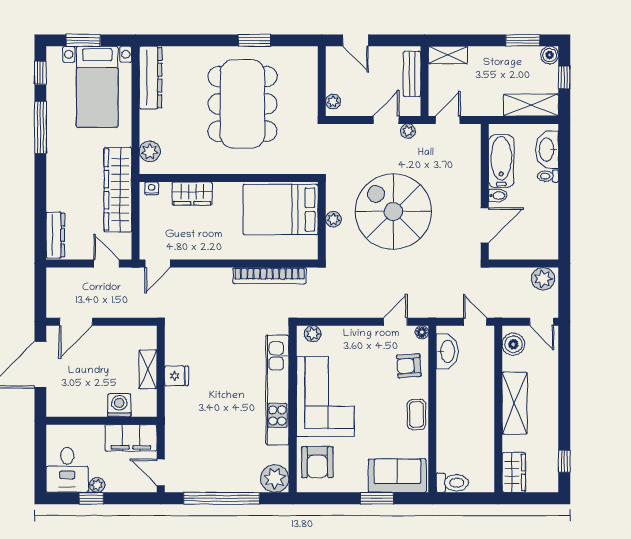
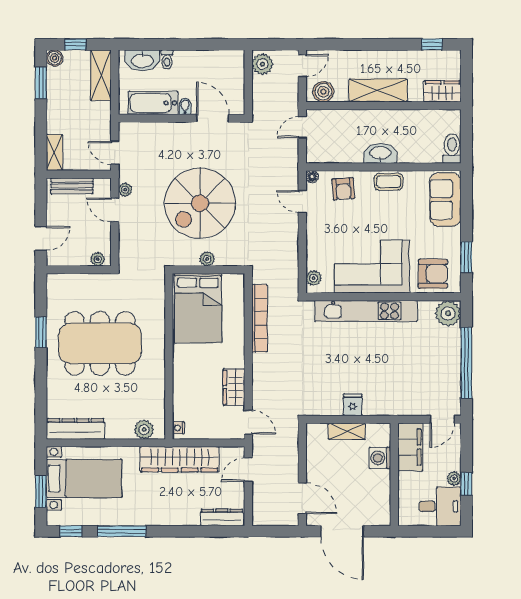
wardrobe: (192, 194) -> (234, 387), moved, turned 180
washbasin: (447, 351) -> (380, 153), moved
window: (377, 498) -> (466, 257), moved

